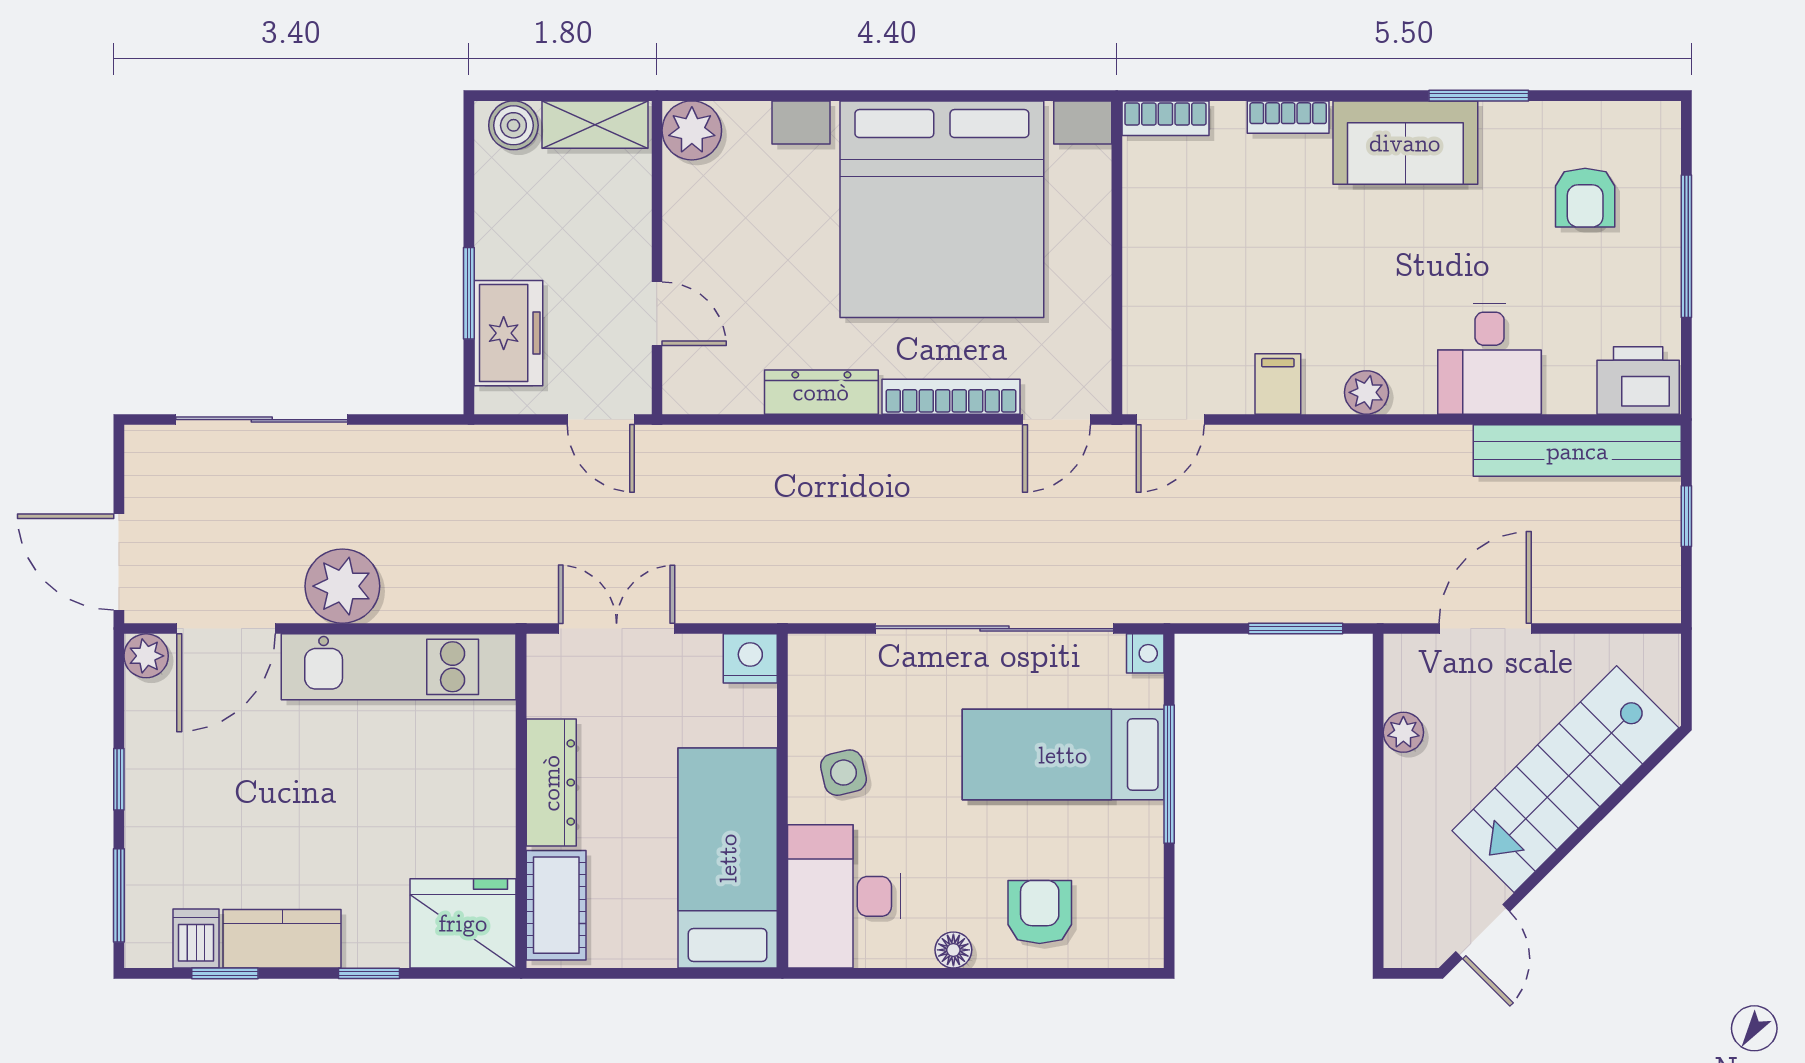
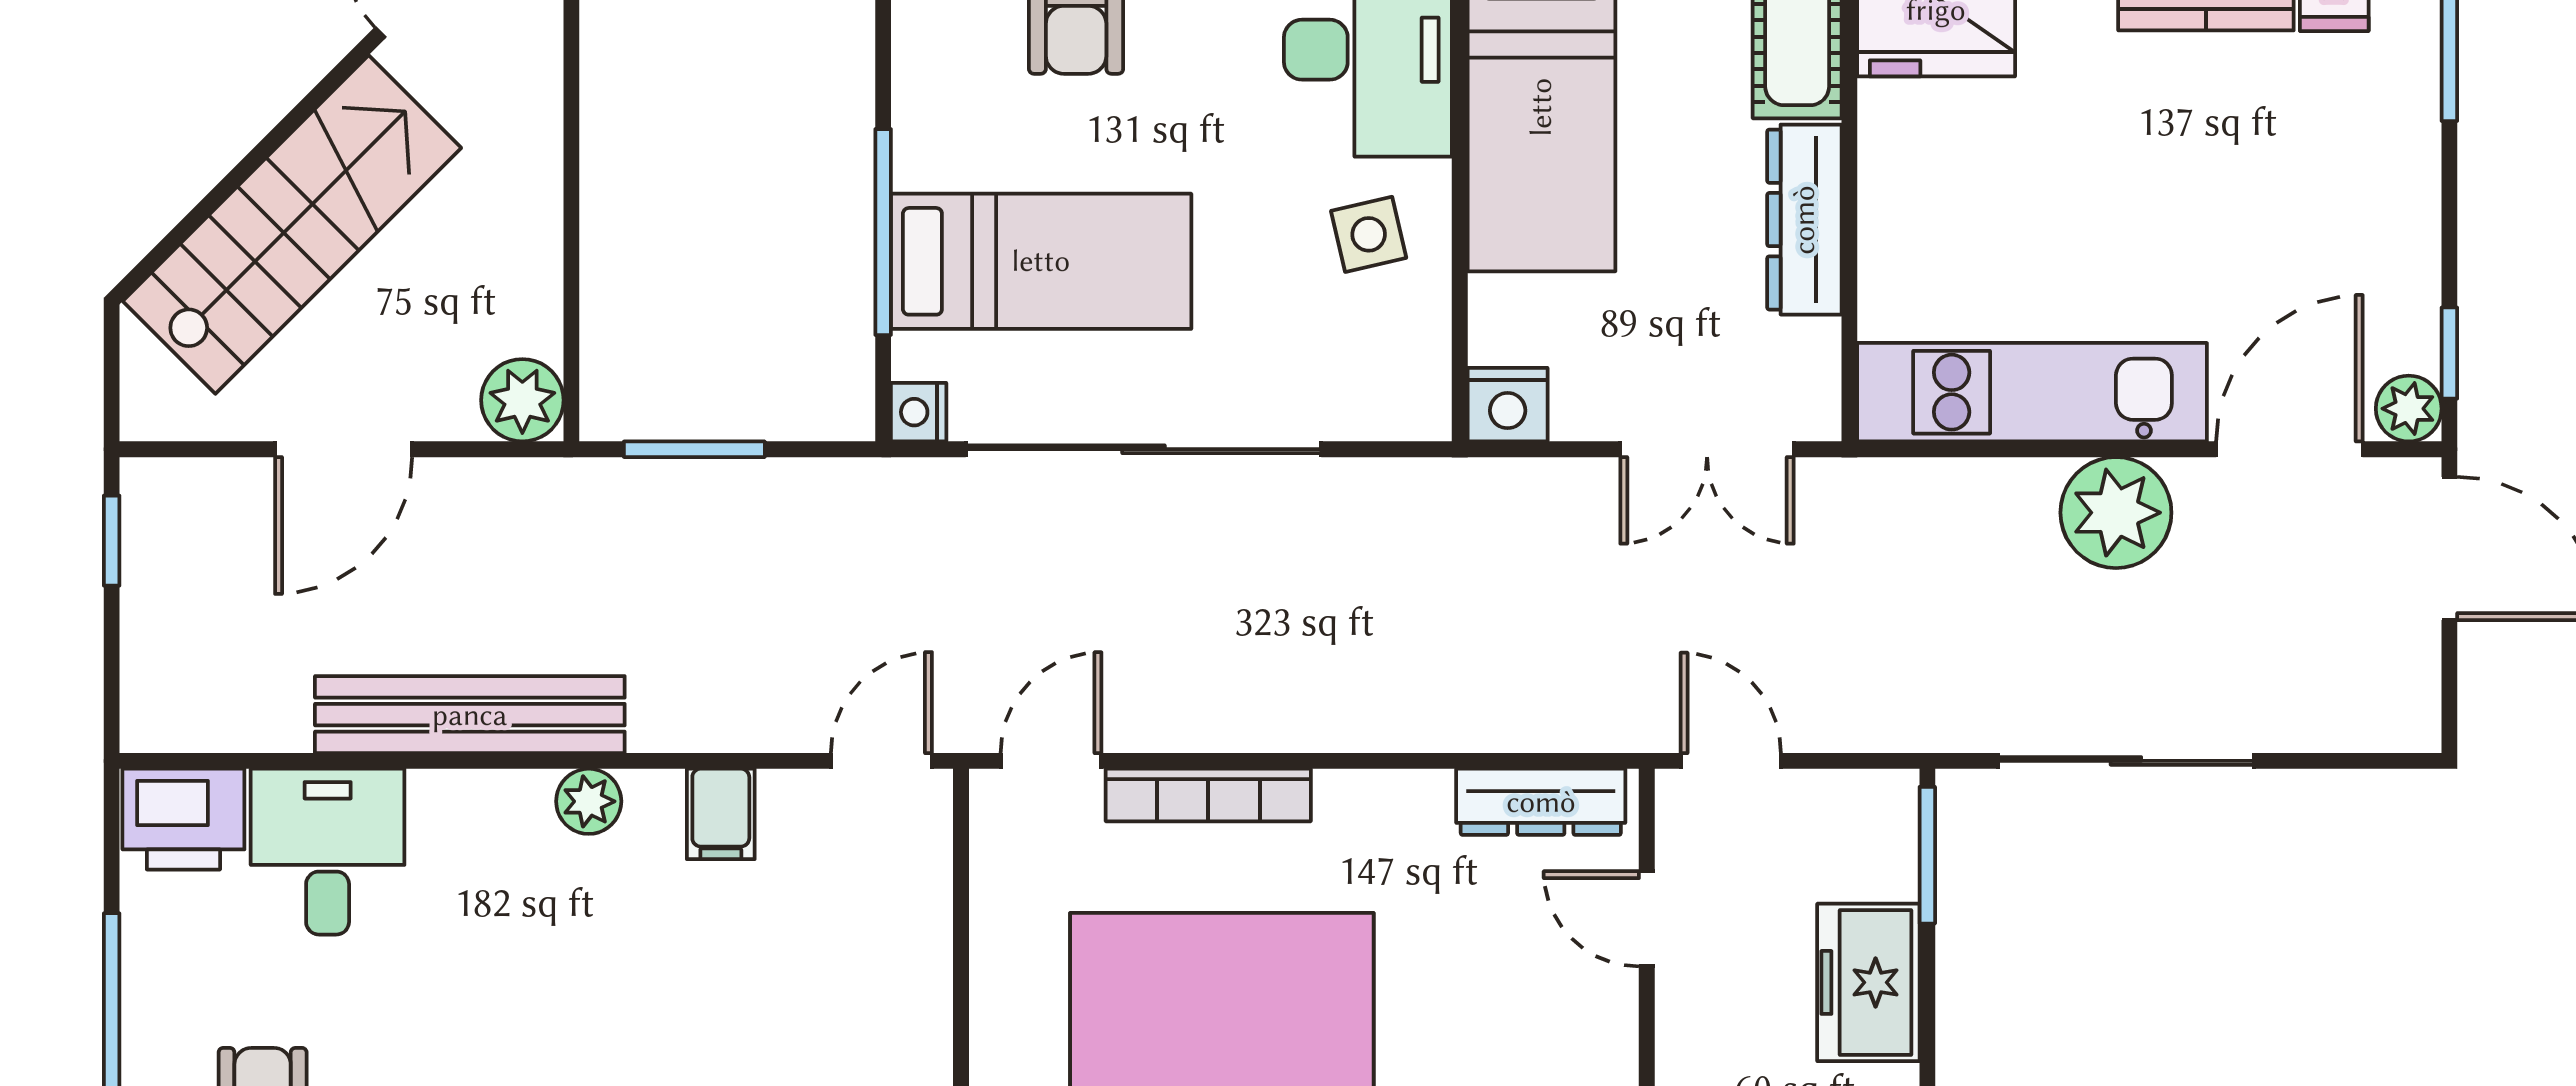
window: (469, 293) -> (1927, 855), moved
freezer: (508, 333) -> (1868, 982), moved
desk: (1490, 359) -> (328, 852), moved
dresser: (821, 392) -> (1541, 802), moved
sliding door: (262, 420) -> (2126, 761), moved
bench: (1577, 451) -> (470, 715), moved
window: (1686, 516) -> (112, 541), moved
door: (1485, 629) -> (344, 449), moved
plant: (1403, 732) -> (522, 400), moved, width x1.38, depth x1.38
window: (119, 779) -> (2449, 353), moved

